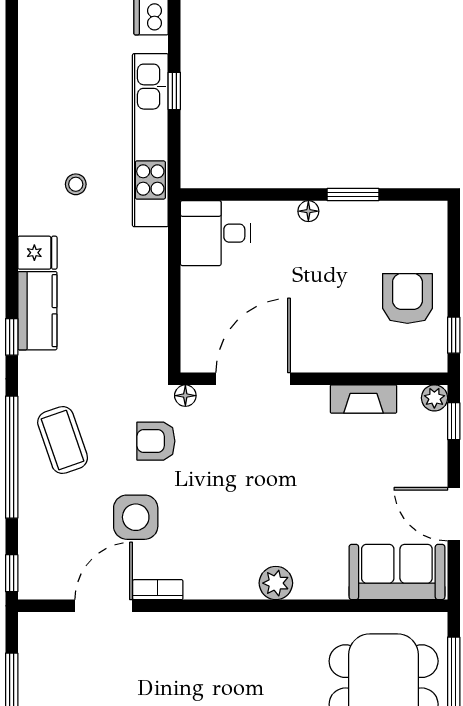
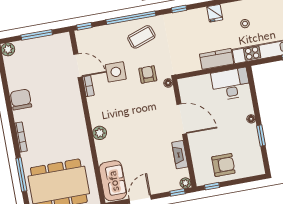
desk: (215, 233) -> (231, 84), width x1.37
kitchen counter: (37, 311) -> (217, 59), moved, turned 180
door: (253, 379) -> (182, 119), moved

